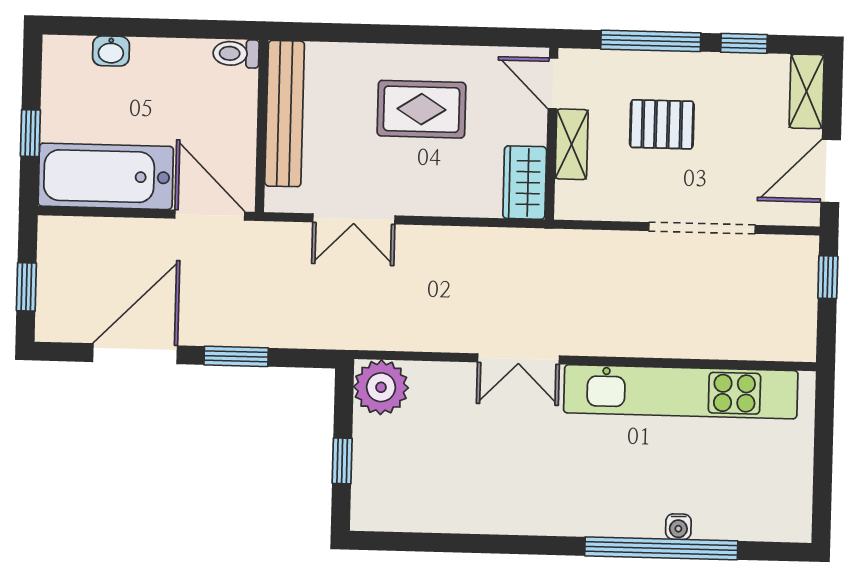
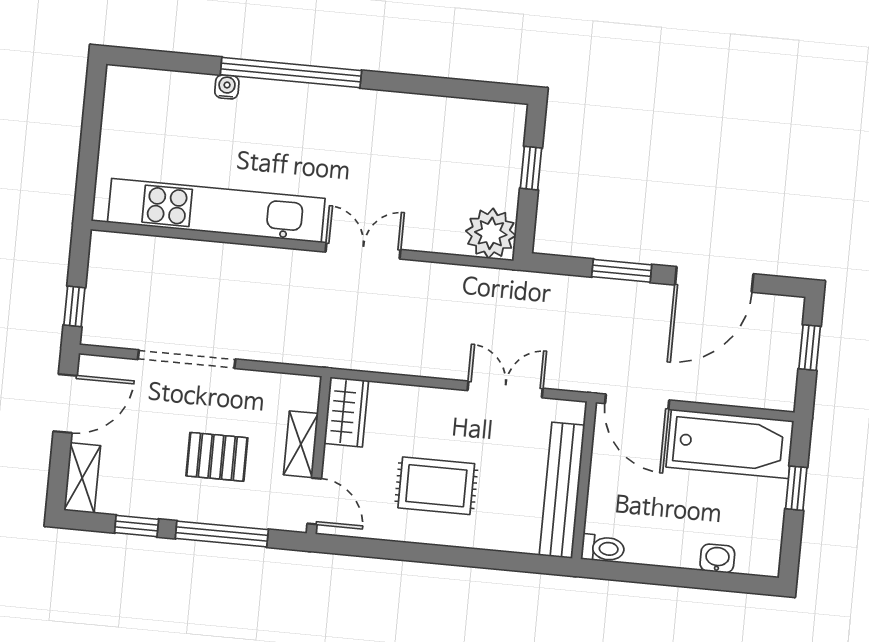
window: (661, 548) -> (291, 73), moved

